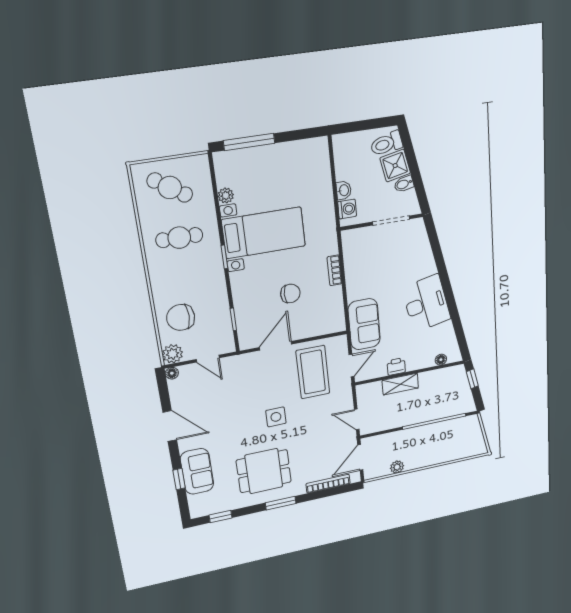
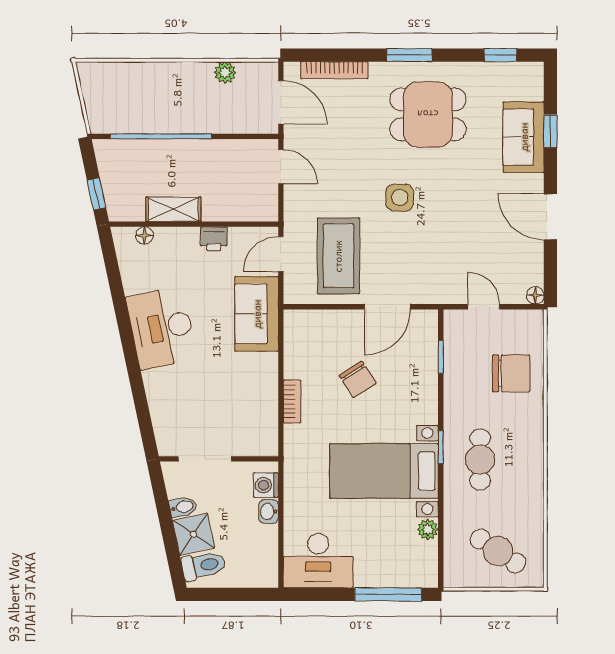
desk: (304, 160) -> (318, 561), added
cafe table: (179, 238) -> (480, 459), moved, turned 90
chair: (290, 293) -> (358, 379), turned -122
plant: (173, 354) -> (530, 323), removed
shelving: (400, 384) -> (173, 209), moved
door: (360, 457) -> (281, 102), hinge flipped

